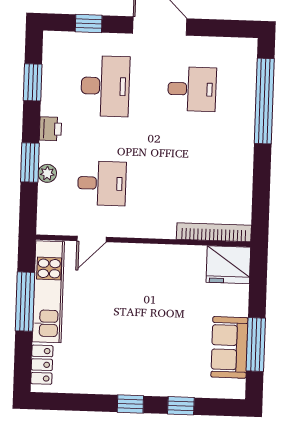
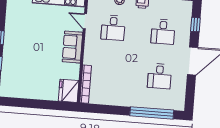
desk: (105, 86) -> (163, 32), width x0.73
window: (256, 344) -> (27, 103), removed
sofa: (229, 347) -> (72, 47), moved, turned -90

